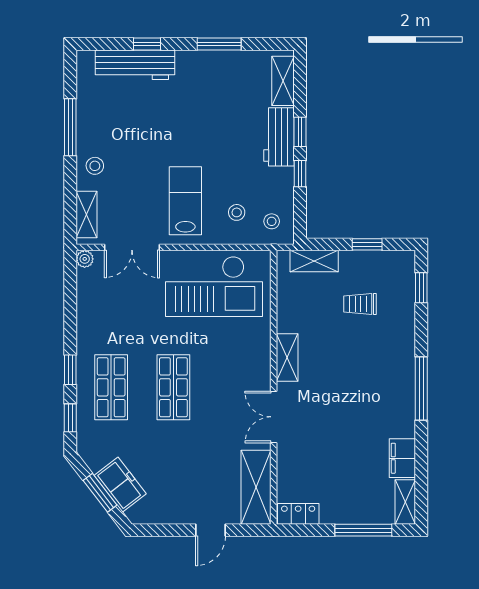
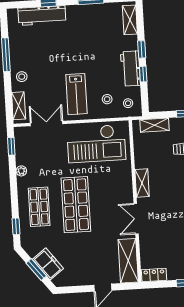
workbench: (279, 137) -> (130, 69), moved
lab bench: (185, 201) -> (76, 94), turned 180
double door: (132, 247) -> (47, 124), swing flipped
plant: (85, 259) -> (21, 171), moved
window: (70, 370) -> (11, 146), moved
shop shelf: (173, 387) -> (76, 205), width x1.43, depth x1.36

